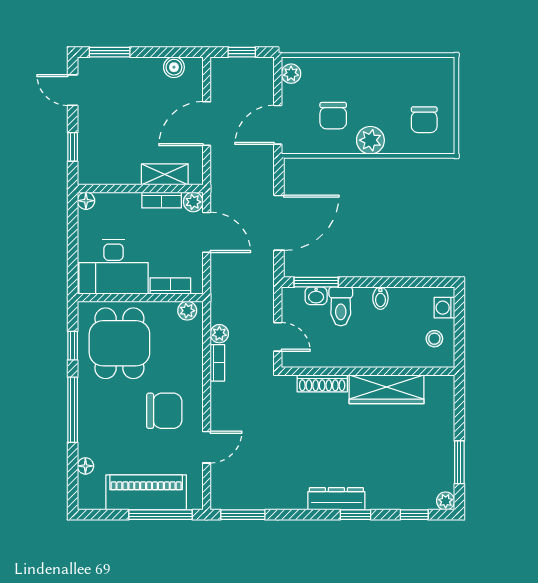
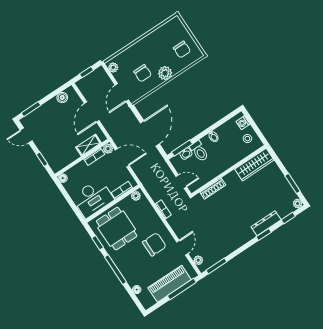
plant: (219, 334) -> (198, 260), moved
wardrobe: (387, 389) -> (254, 165), moved
dresser: (336, 499) -> (266, 223), moved

